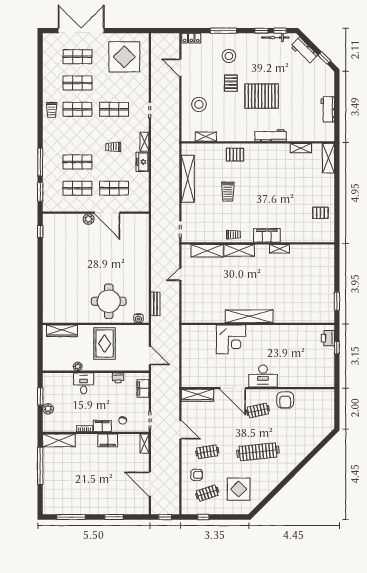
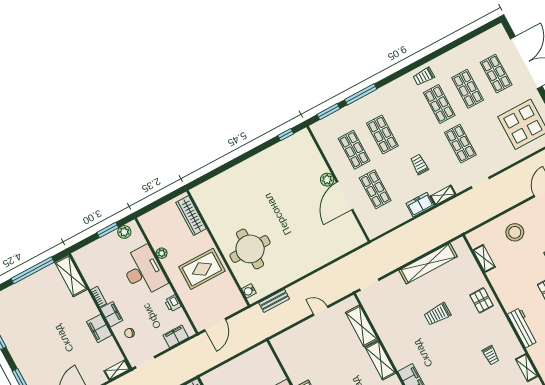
trolley: (233, 235) -> (491, 355), moved
desk: (84, 383) -> (143, 271), width x1.87, depth x1.30
plant: (48, 409) -> (124, 232), moved

